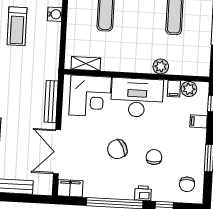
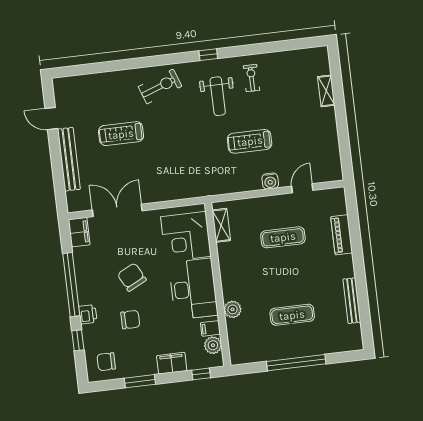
bench: (51, 102) -> (172, 194), removed
filing cabinet: (199, 121) -> (172, 363), width x2.00

